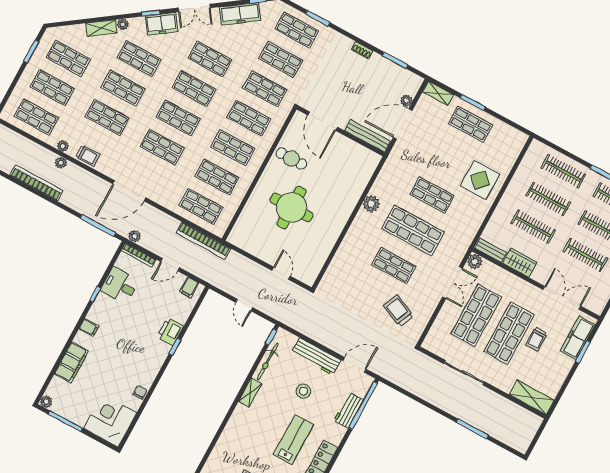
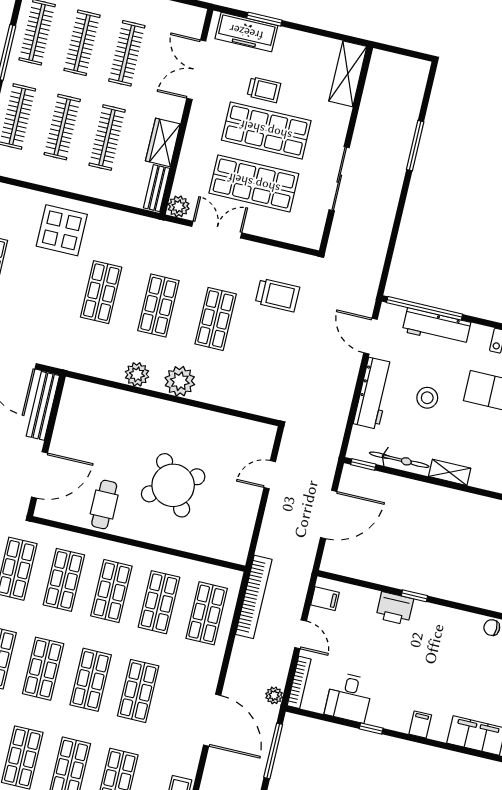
round table: (292, 207) -> (173, 485), turned -33
shop shelf: (413, 230) -> (158, 306), width x0.70, depth x0.74
plant: (359, 231) -> (180, 381), added
door: (244, 305) -> (329, 514), width x1.88
trolley: (398, 311) -> (277, 295), turned -114
workbench: (349, 410) -> (436, 327), width x1.38

